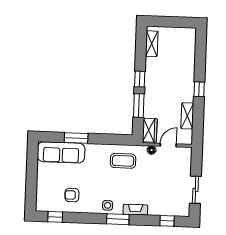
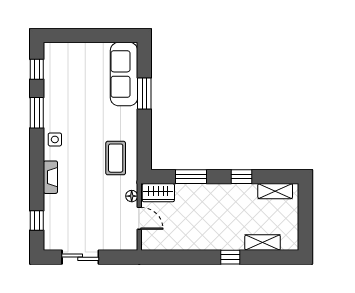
window: (140, 79) -> (242, 177), moved
window: (199, 89) -> (230, 257), moved
shelving: (187, 116) -> (263, 243), moved
armchair: (72, 195) -> (67, 91), removed
window: (118, 219) -> (37, 113), moved

